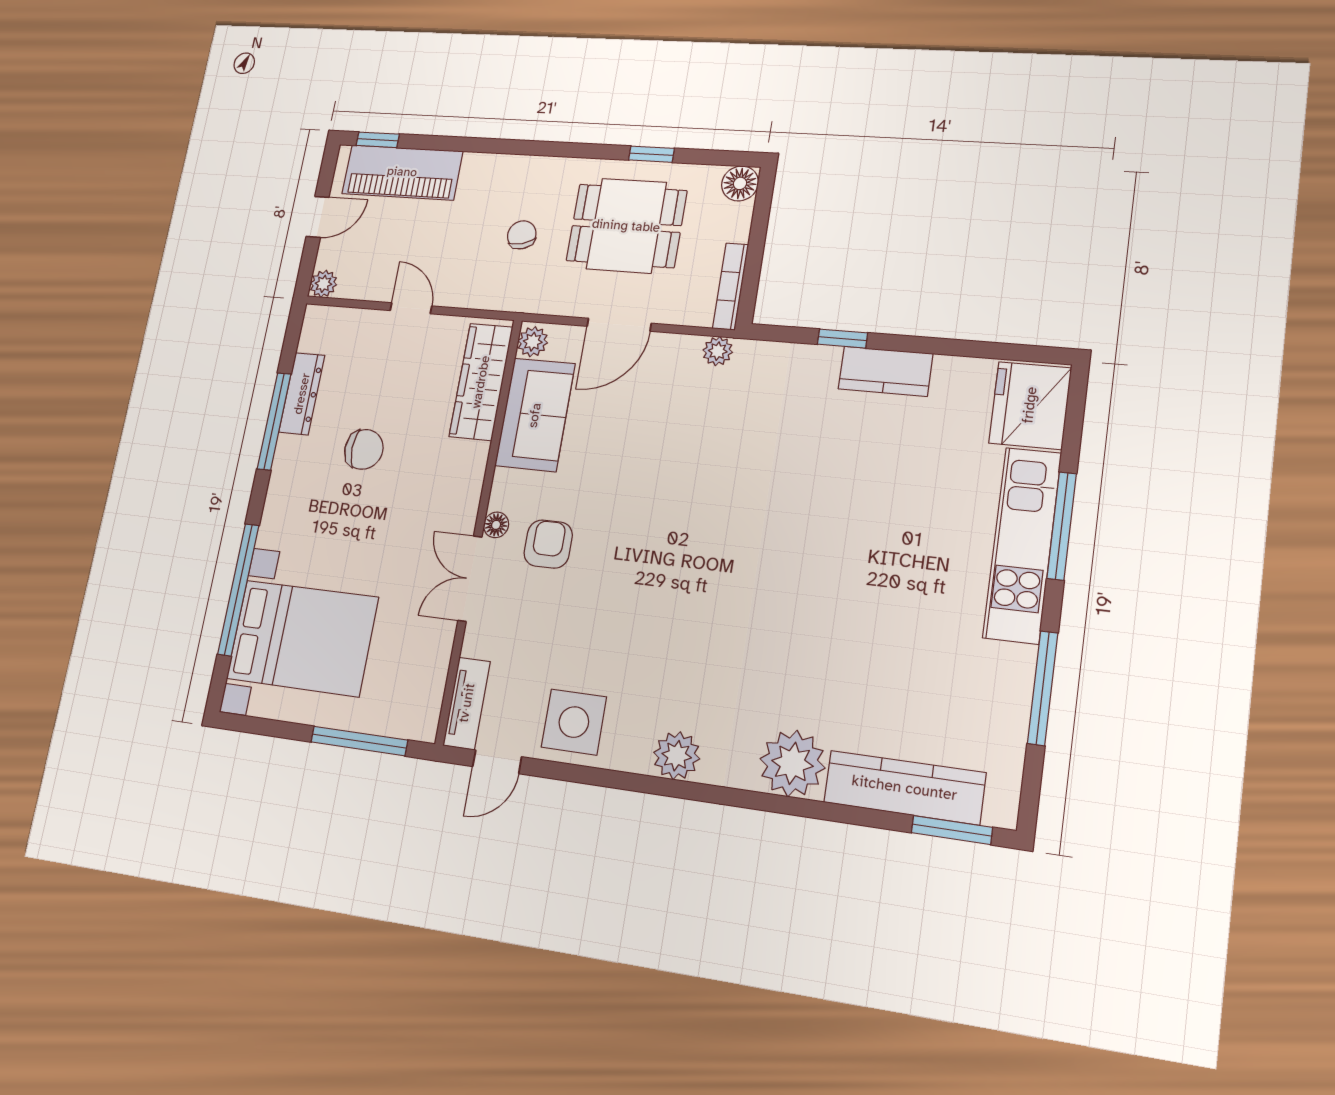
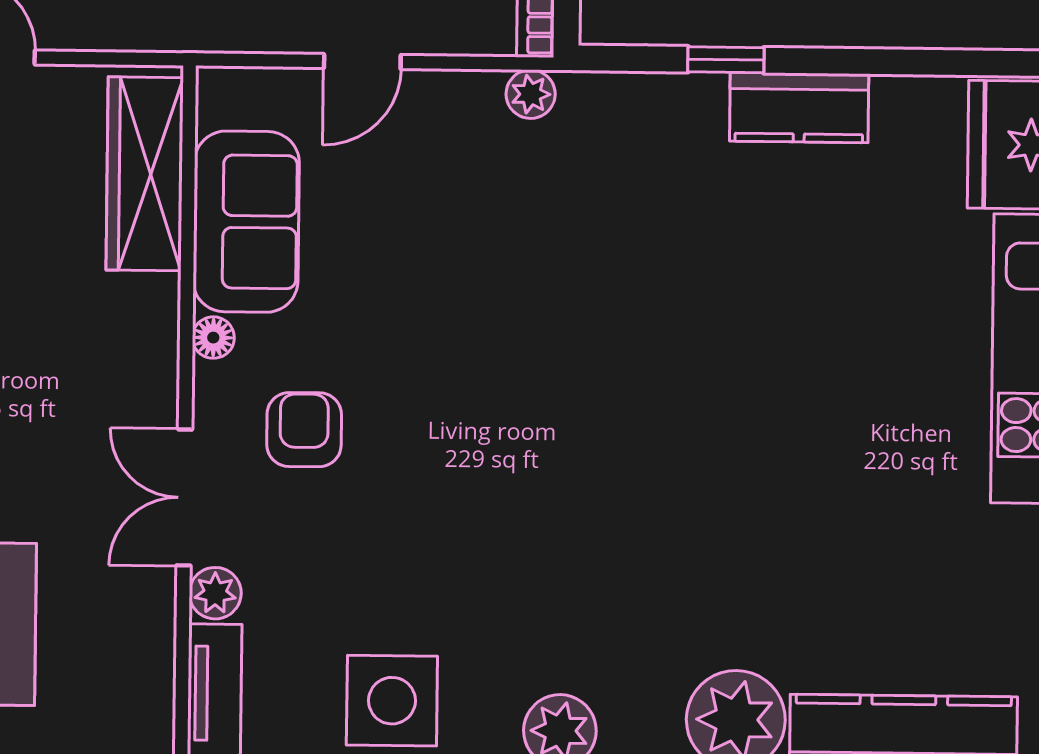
door: (619, 325) -> (362, 61), width x0.73
plant: (533, 342) -> (215, 593), moved
floor lamp: (496, 525) -> (213, 338), moved

